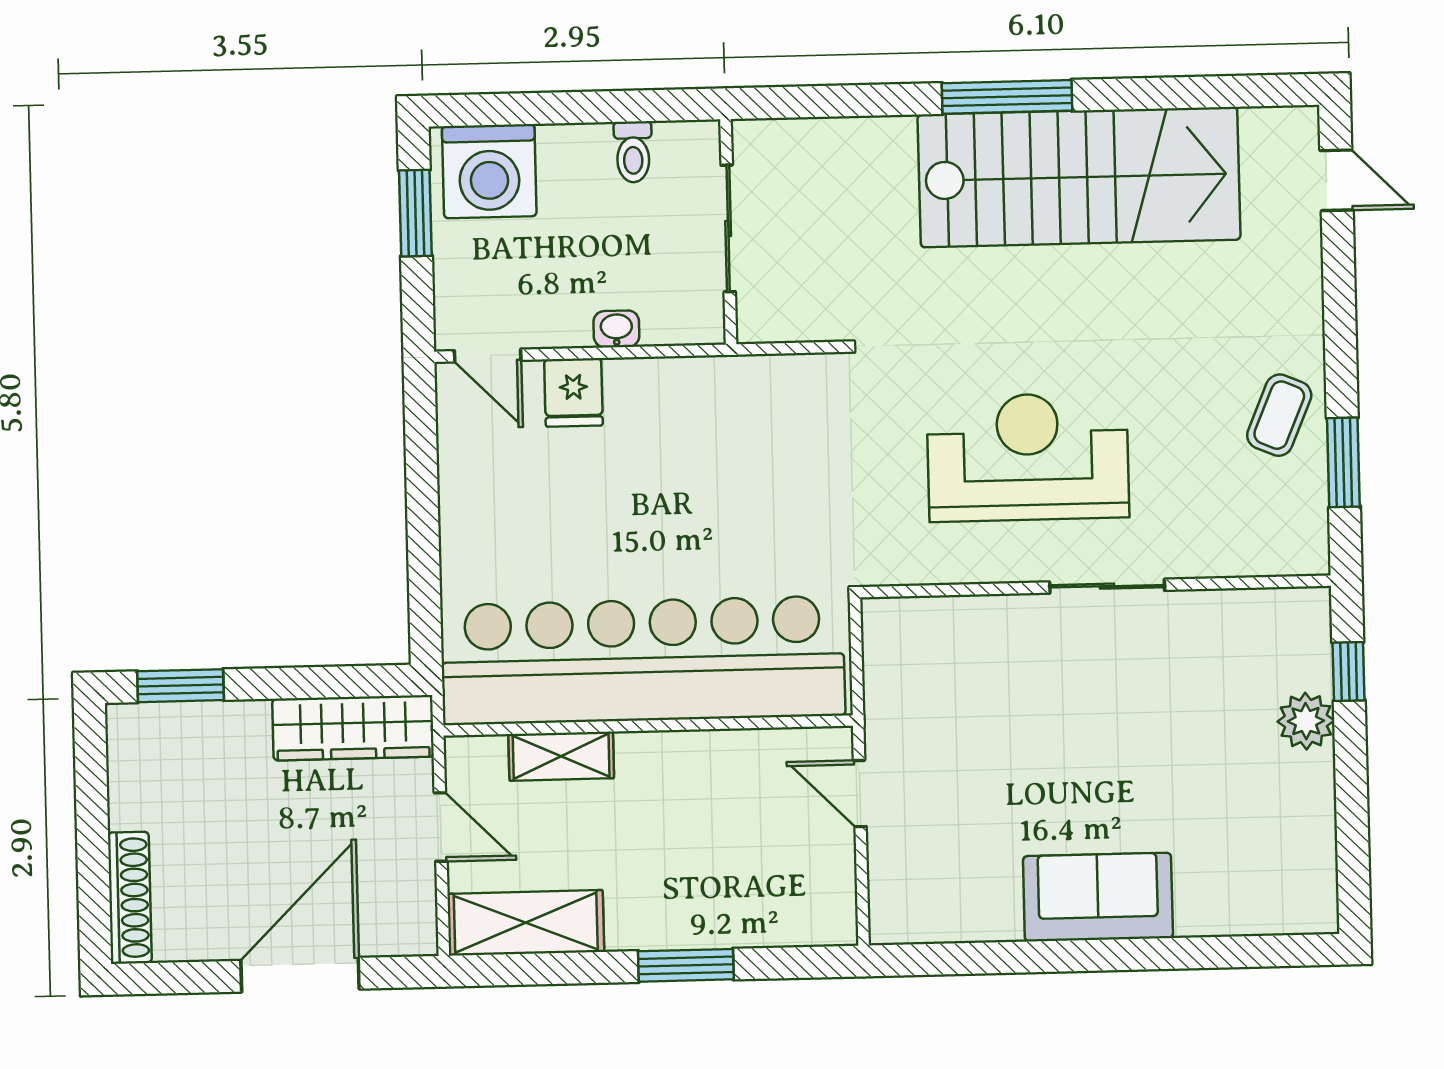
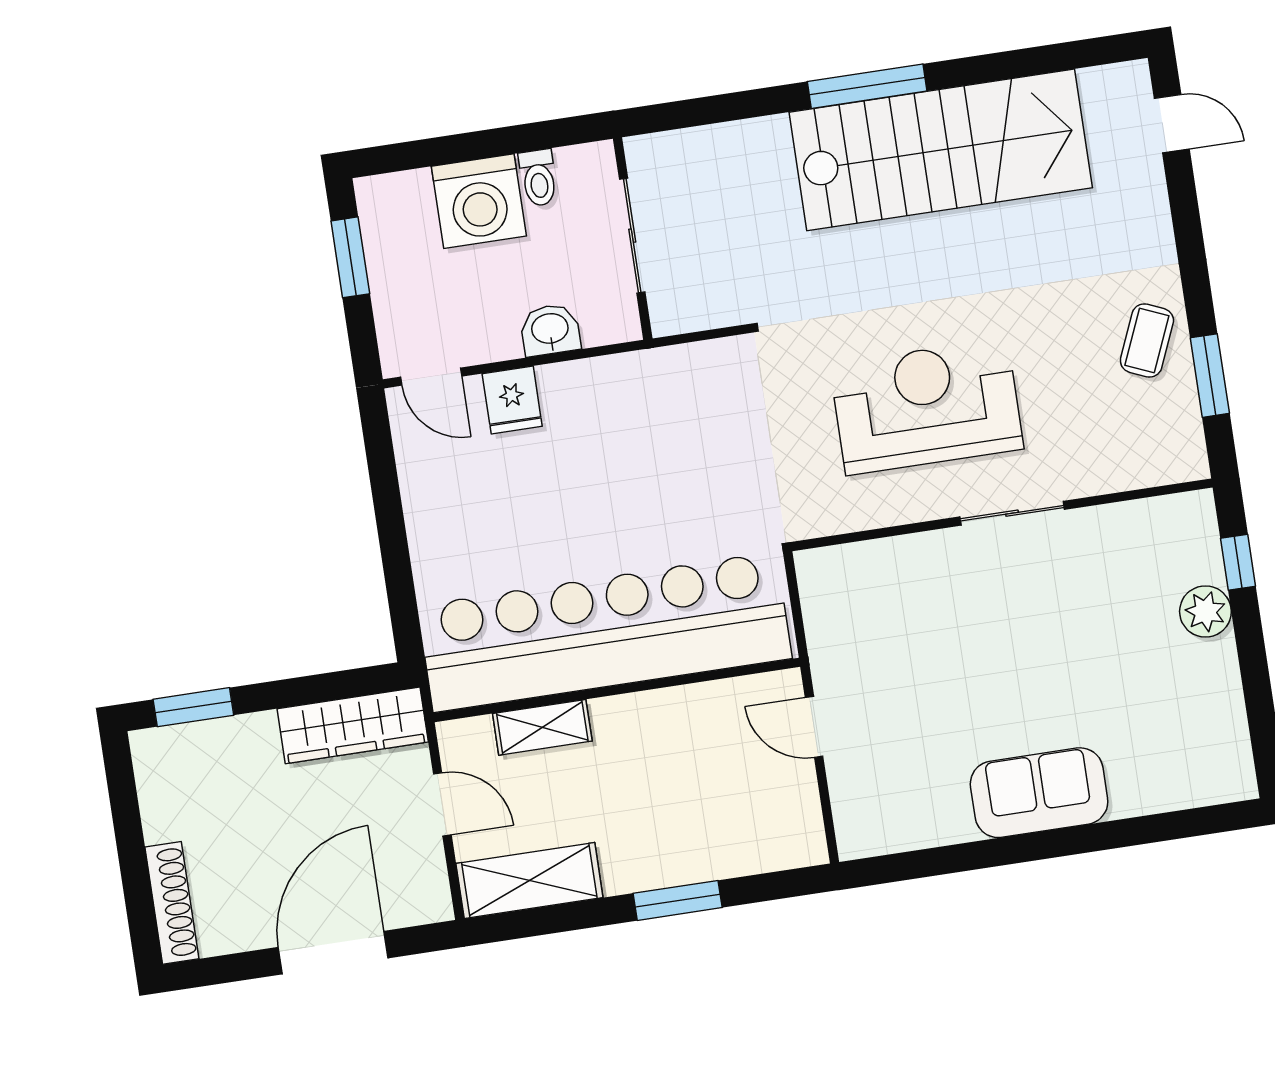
washing machine: (489, 171) -> (479, 201), moved
washbasin: (616, 329) -> (550, 330), width x1.38, depth x1.45

